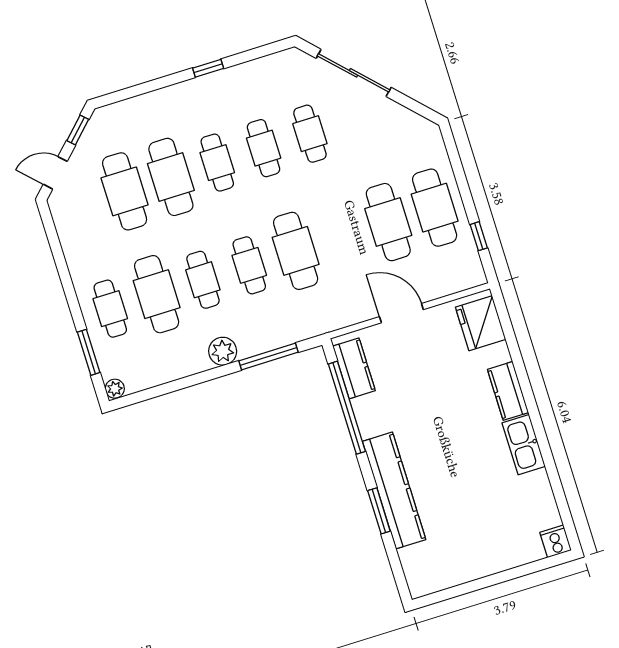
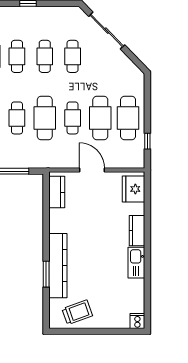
cafe table: (342, 236) -> (73, 118), added
window: (347, 408) -> (46, 212), removed
trolley: (451, 558) -> (77, 312), added

